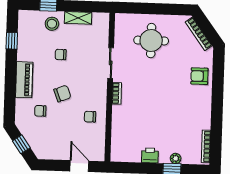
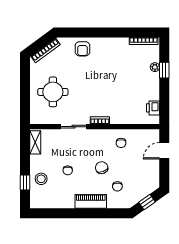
shelving: (78, 18) -> (35, 142), moved
window: (12, 41) -> (57, 213), removed
printer: (150, 155) -> (153, 108), moved

